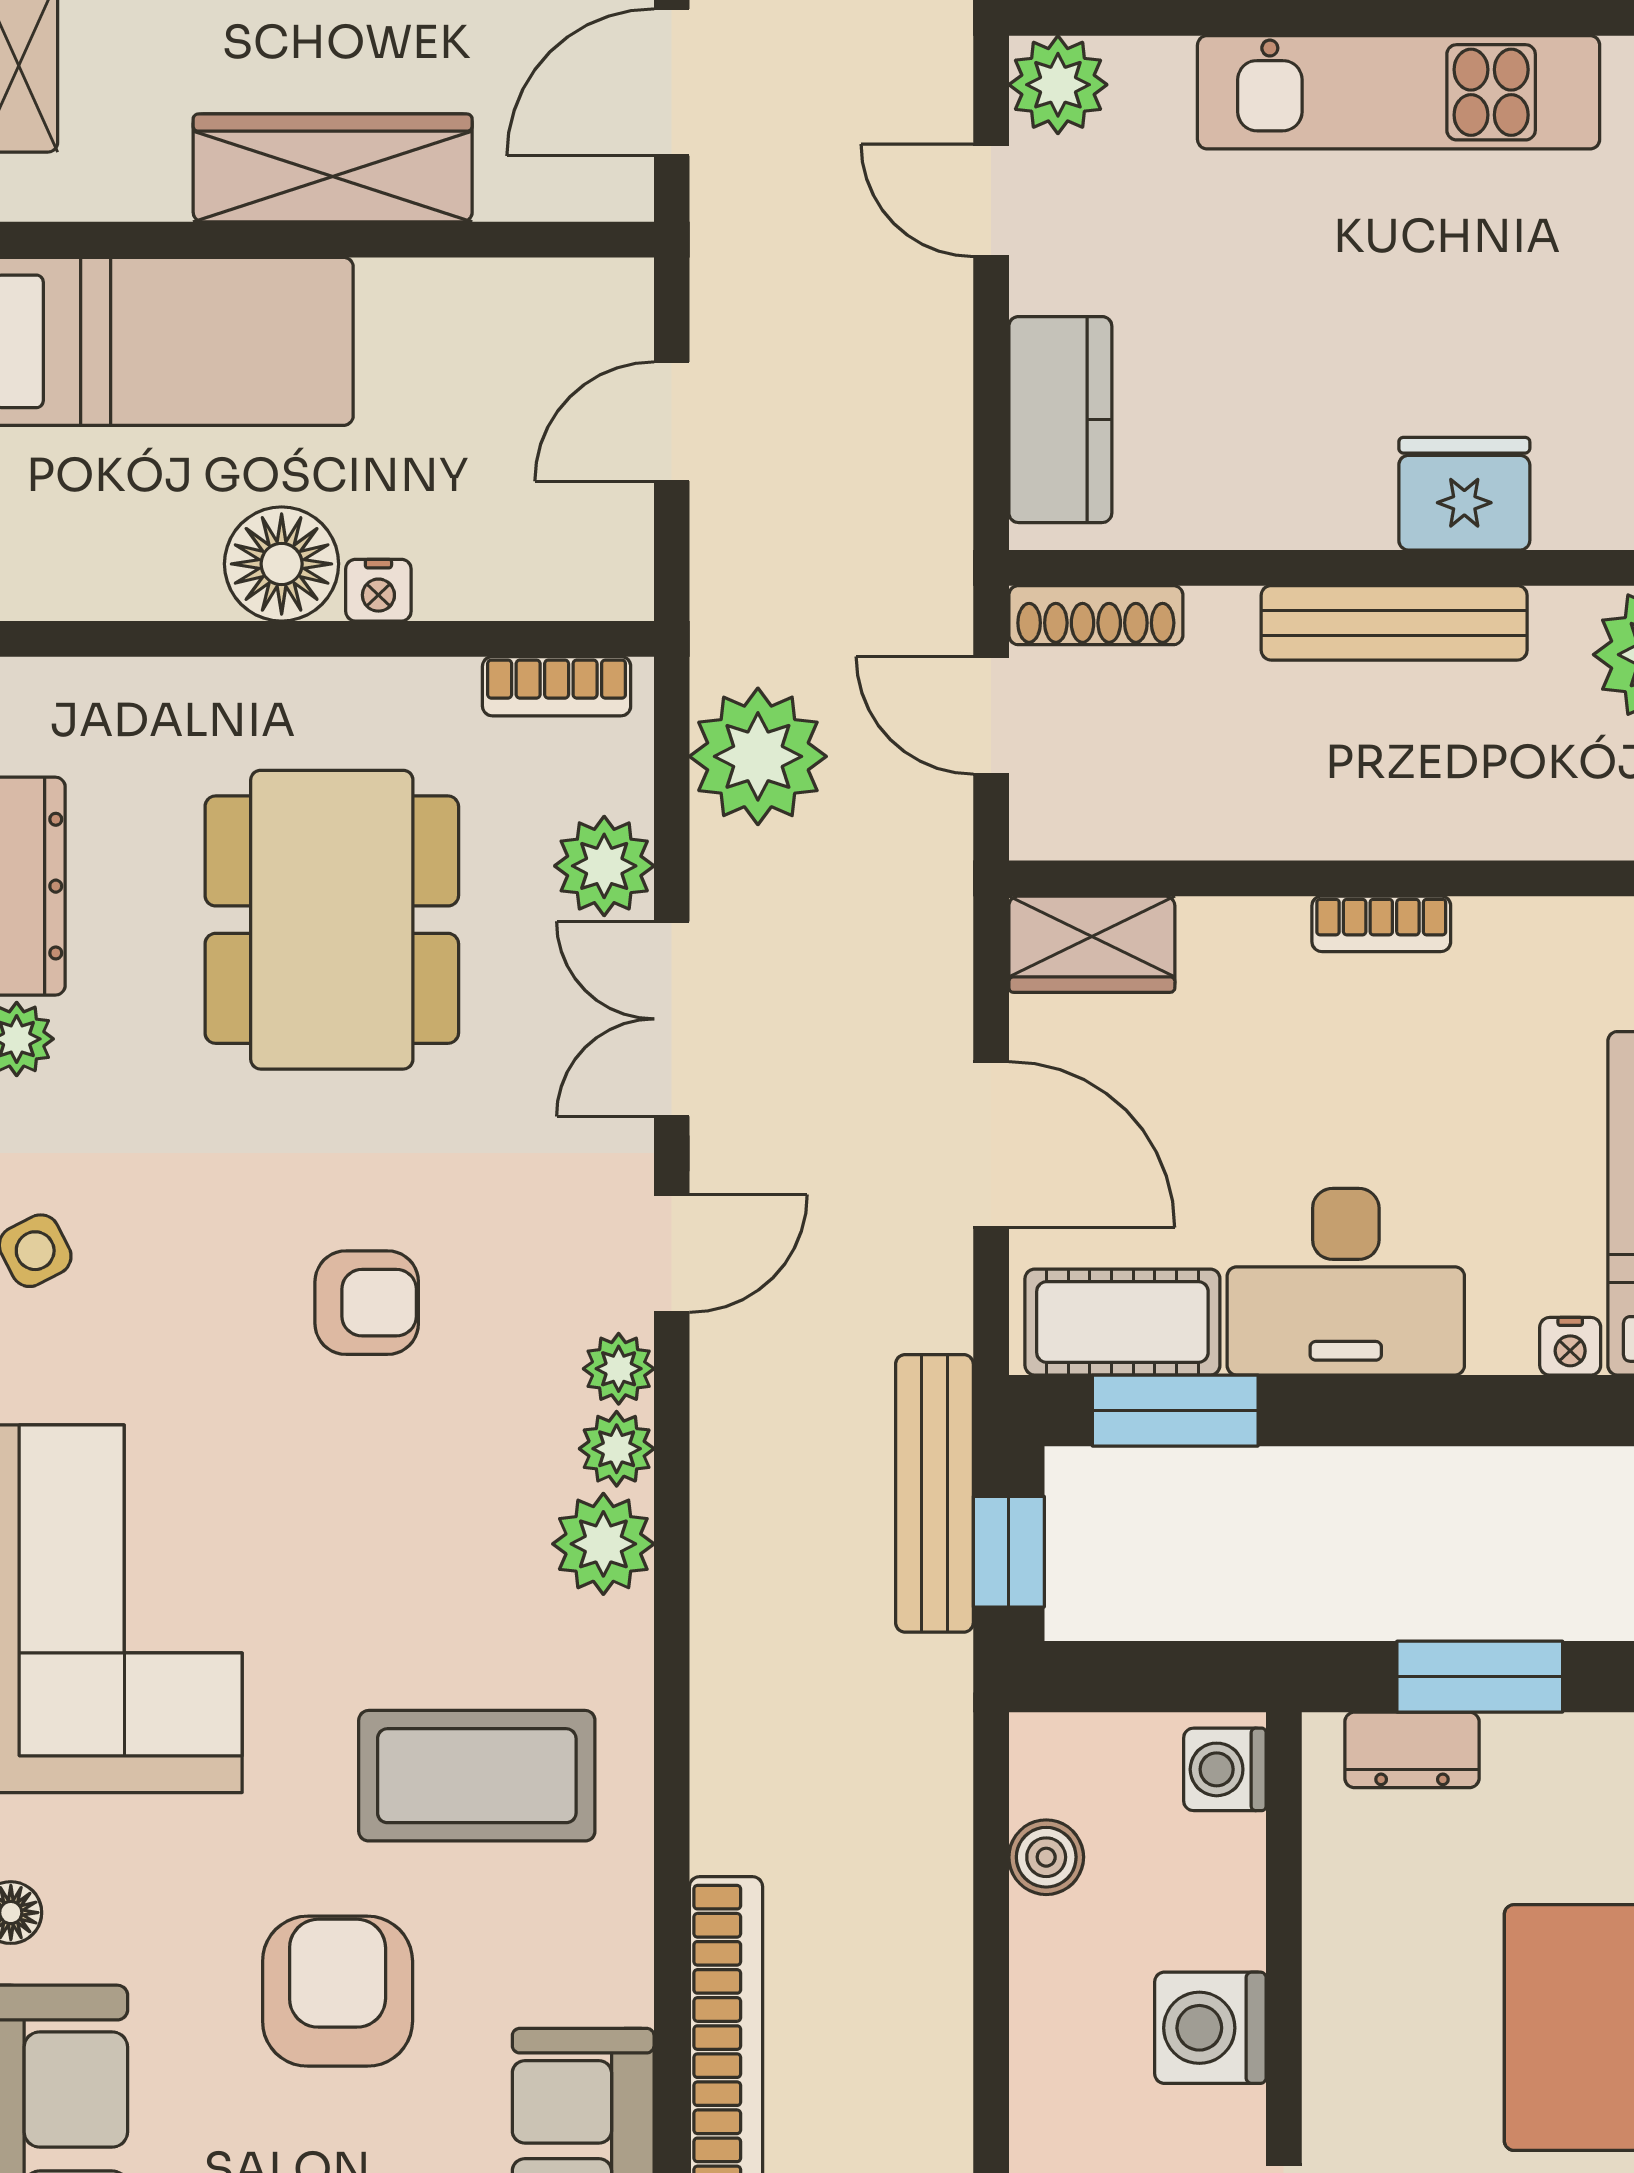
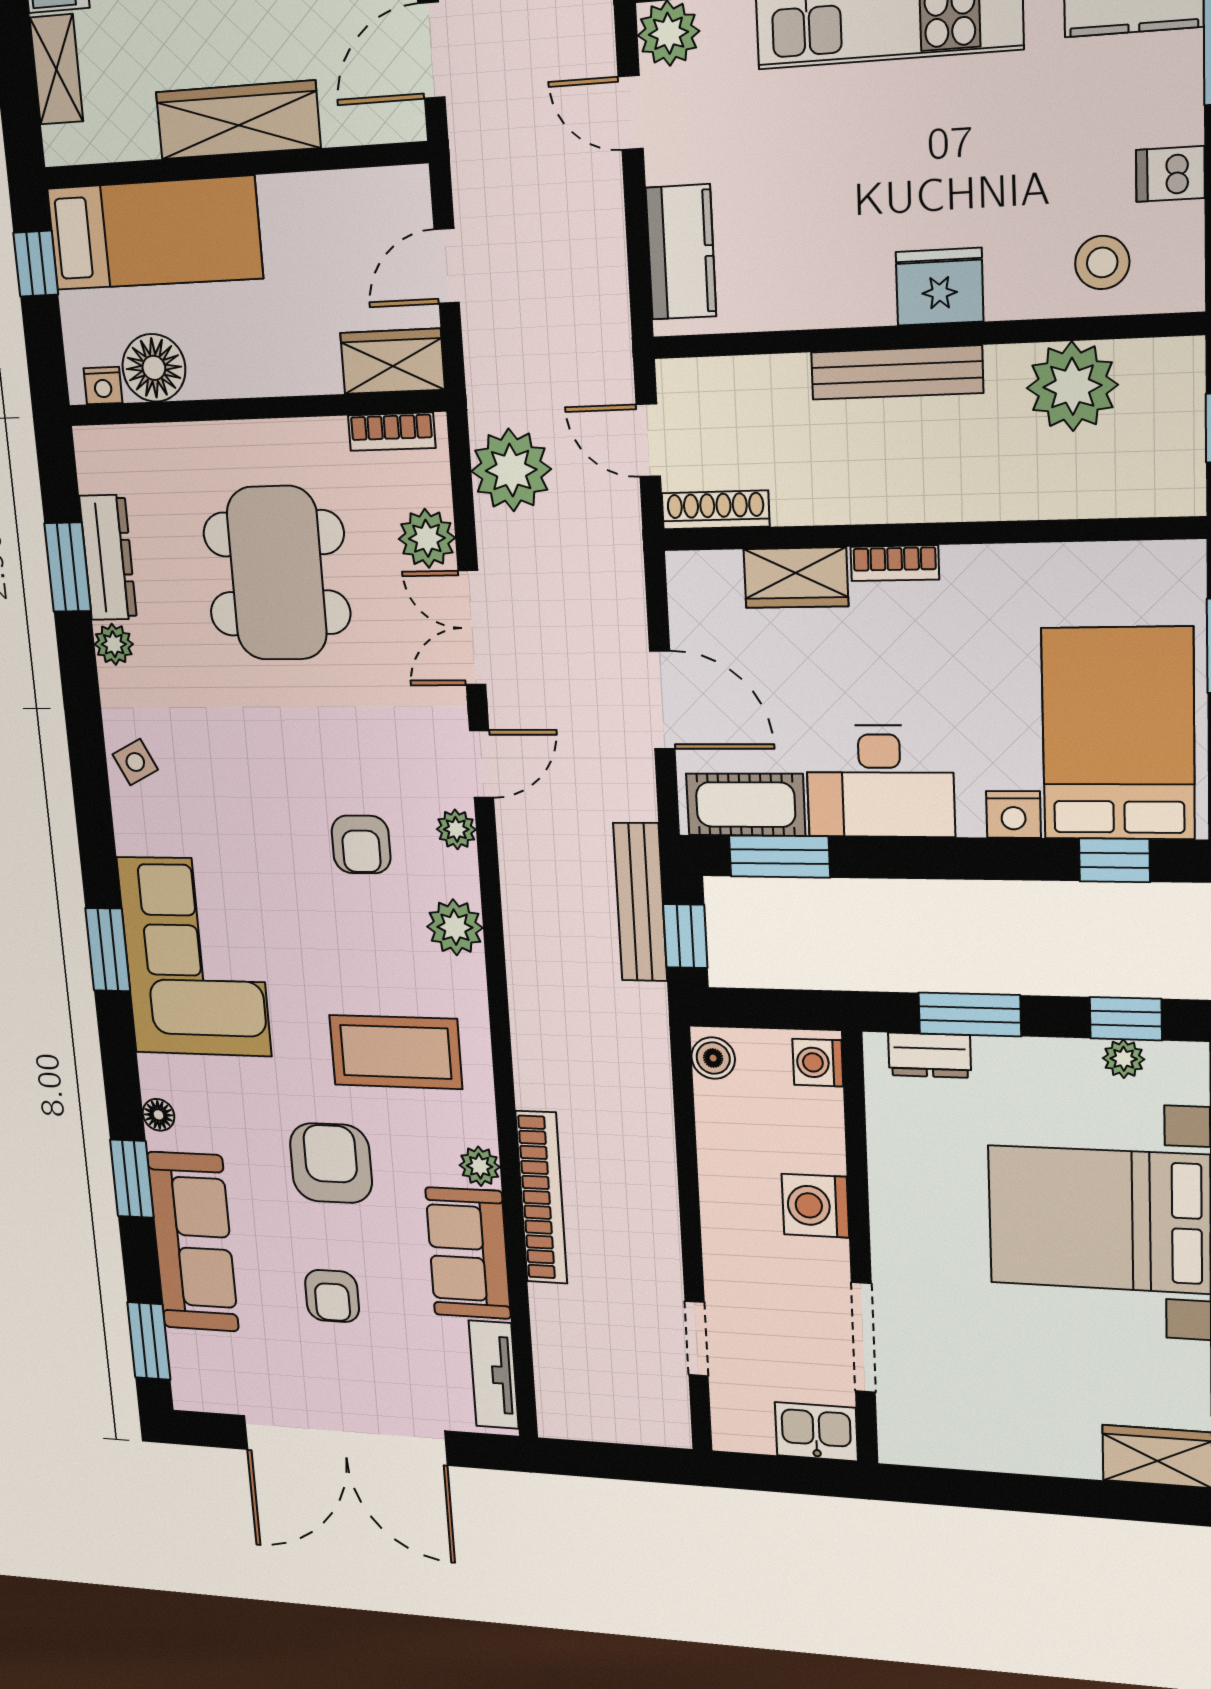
floor lamp: (282, 564) -> (154, 368), moved
wardrobe: (567, 571) -> (392, 361), added
nightstand: (378, 590) -> (103, 386), moved
shoe rack: (1096, 615) -> (716, 510), moved, turned 180
wardrobe: (1092, 944) -> (796, 578), moved
armchair: (367, 1303) -> (361, 844), moved, turned 90
nightstand: (1570, 1346) -> (1013, 814), width x1.39, depth x1.35
plant: (617, 1449) -> (480, 1166), moved
boiler: (1046, 1857) -> (713, 1058), moved

